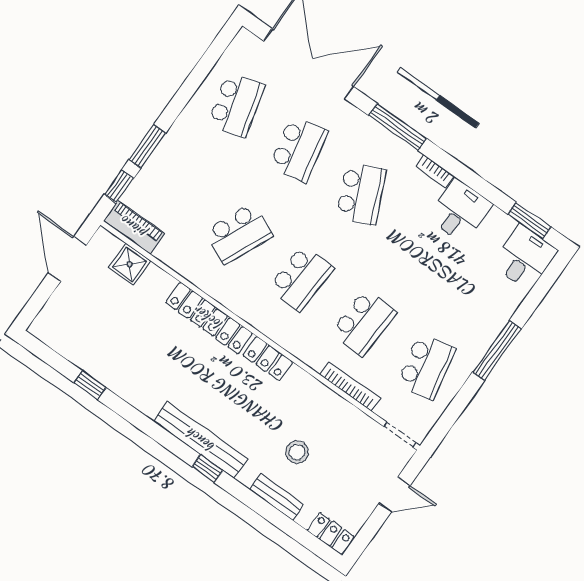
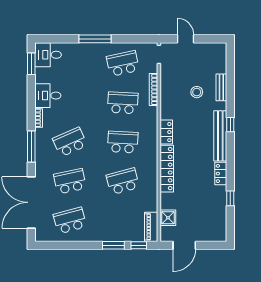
school desk: (239, 233) -> (123, 181), turned -39
locker: (331, 533) -> (221, 174), moved

